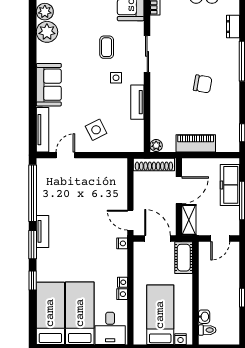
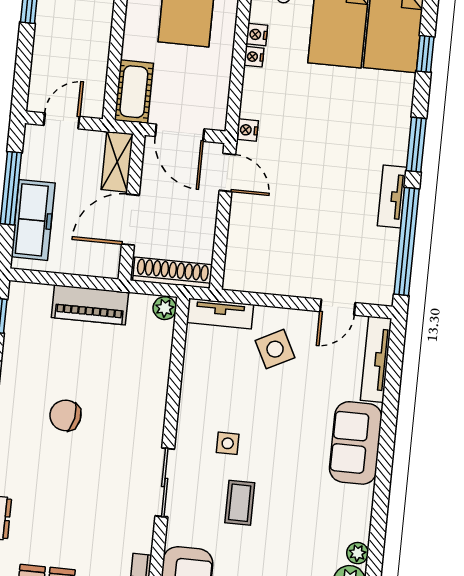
plant: (47, 32) -> (357, 553), width x0.53, depth x0.53
tv unit: (137, 102) -> (220, 314), moved, turned 90
tv unit: (43, 231) -> (392, 196), moved
window: (33, 280) -> (425, 54), moved

